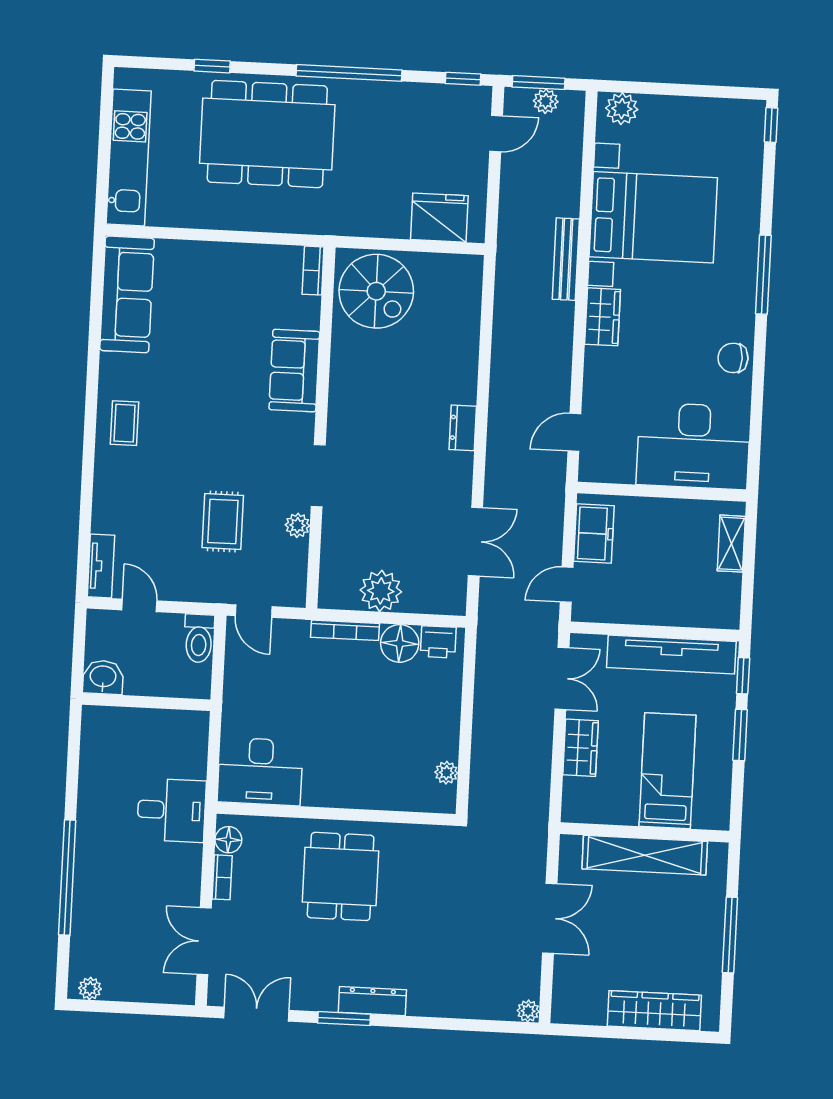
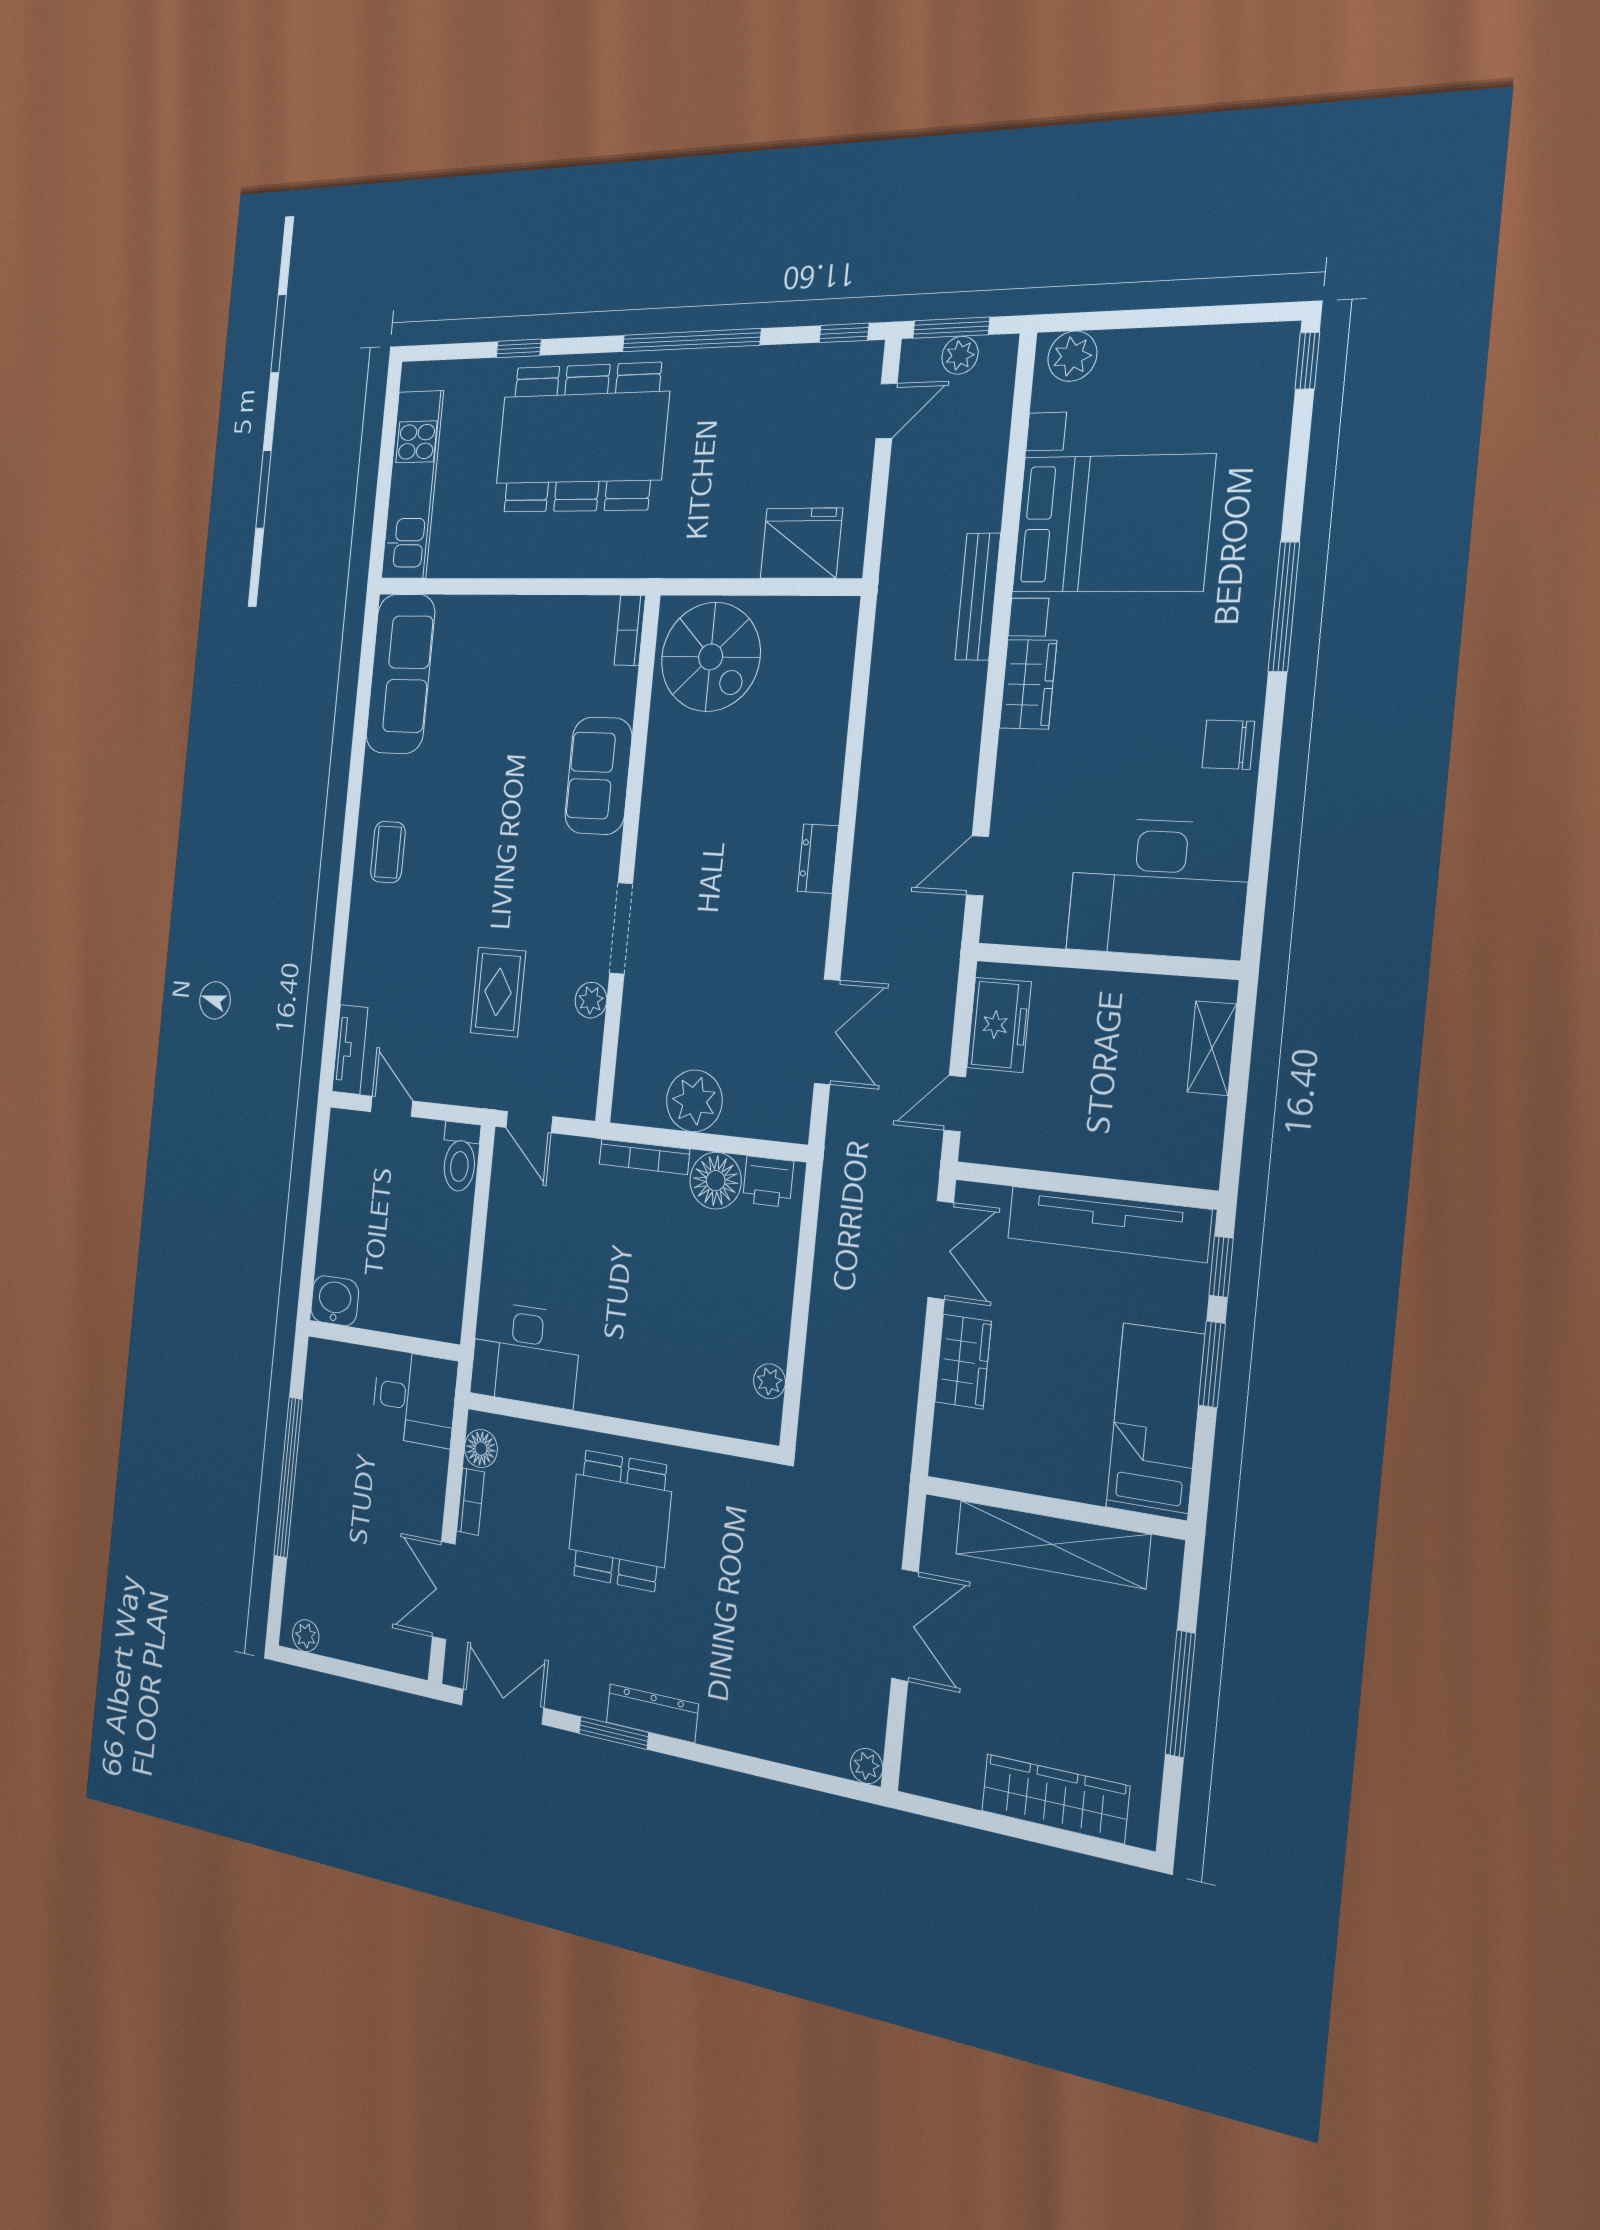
washbasin: (103, 677) -> (335, 1301), moved
wall: (146, 702) -> (383, 1340), moved
bed: (667, 771) -> (1155, 1421), moved

